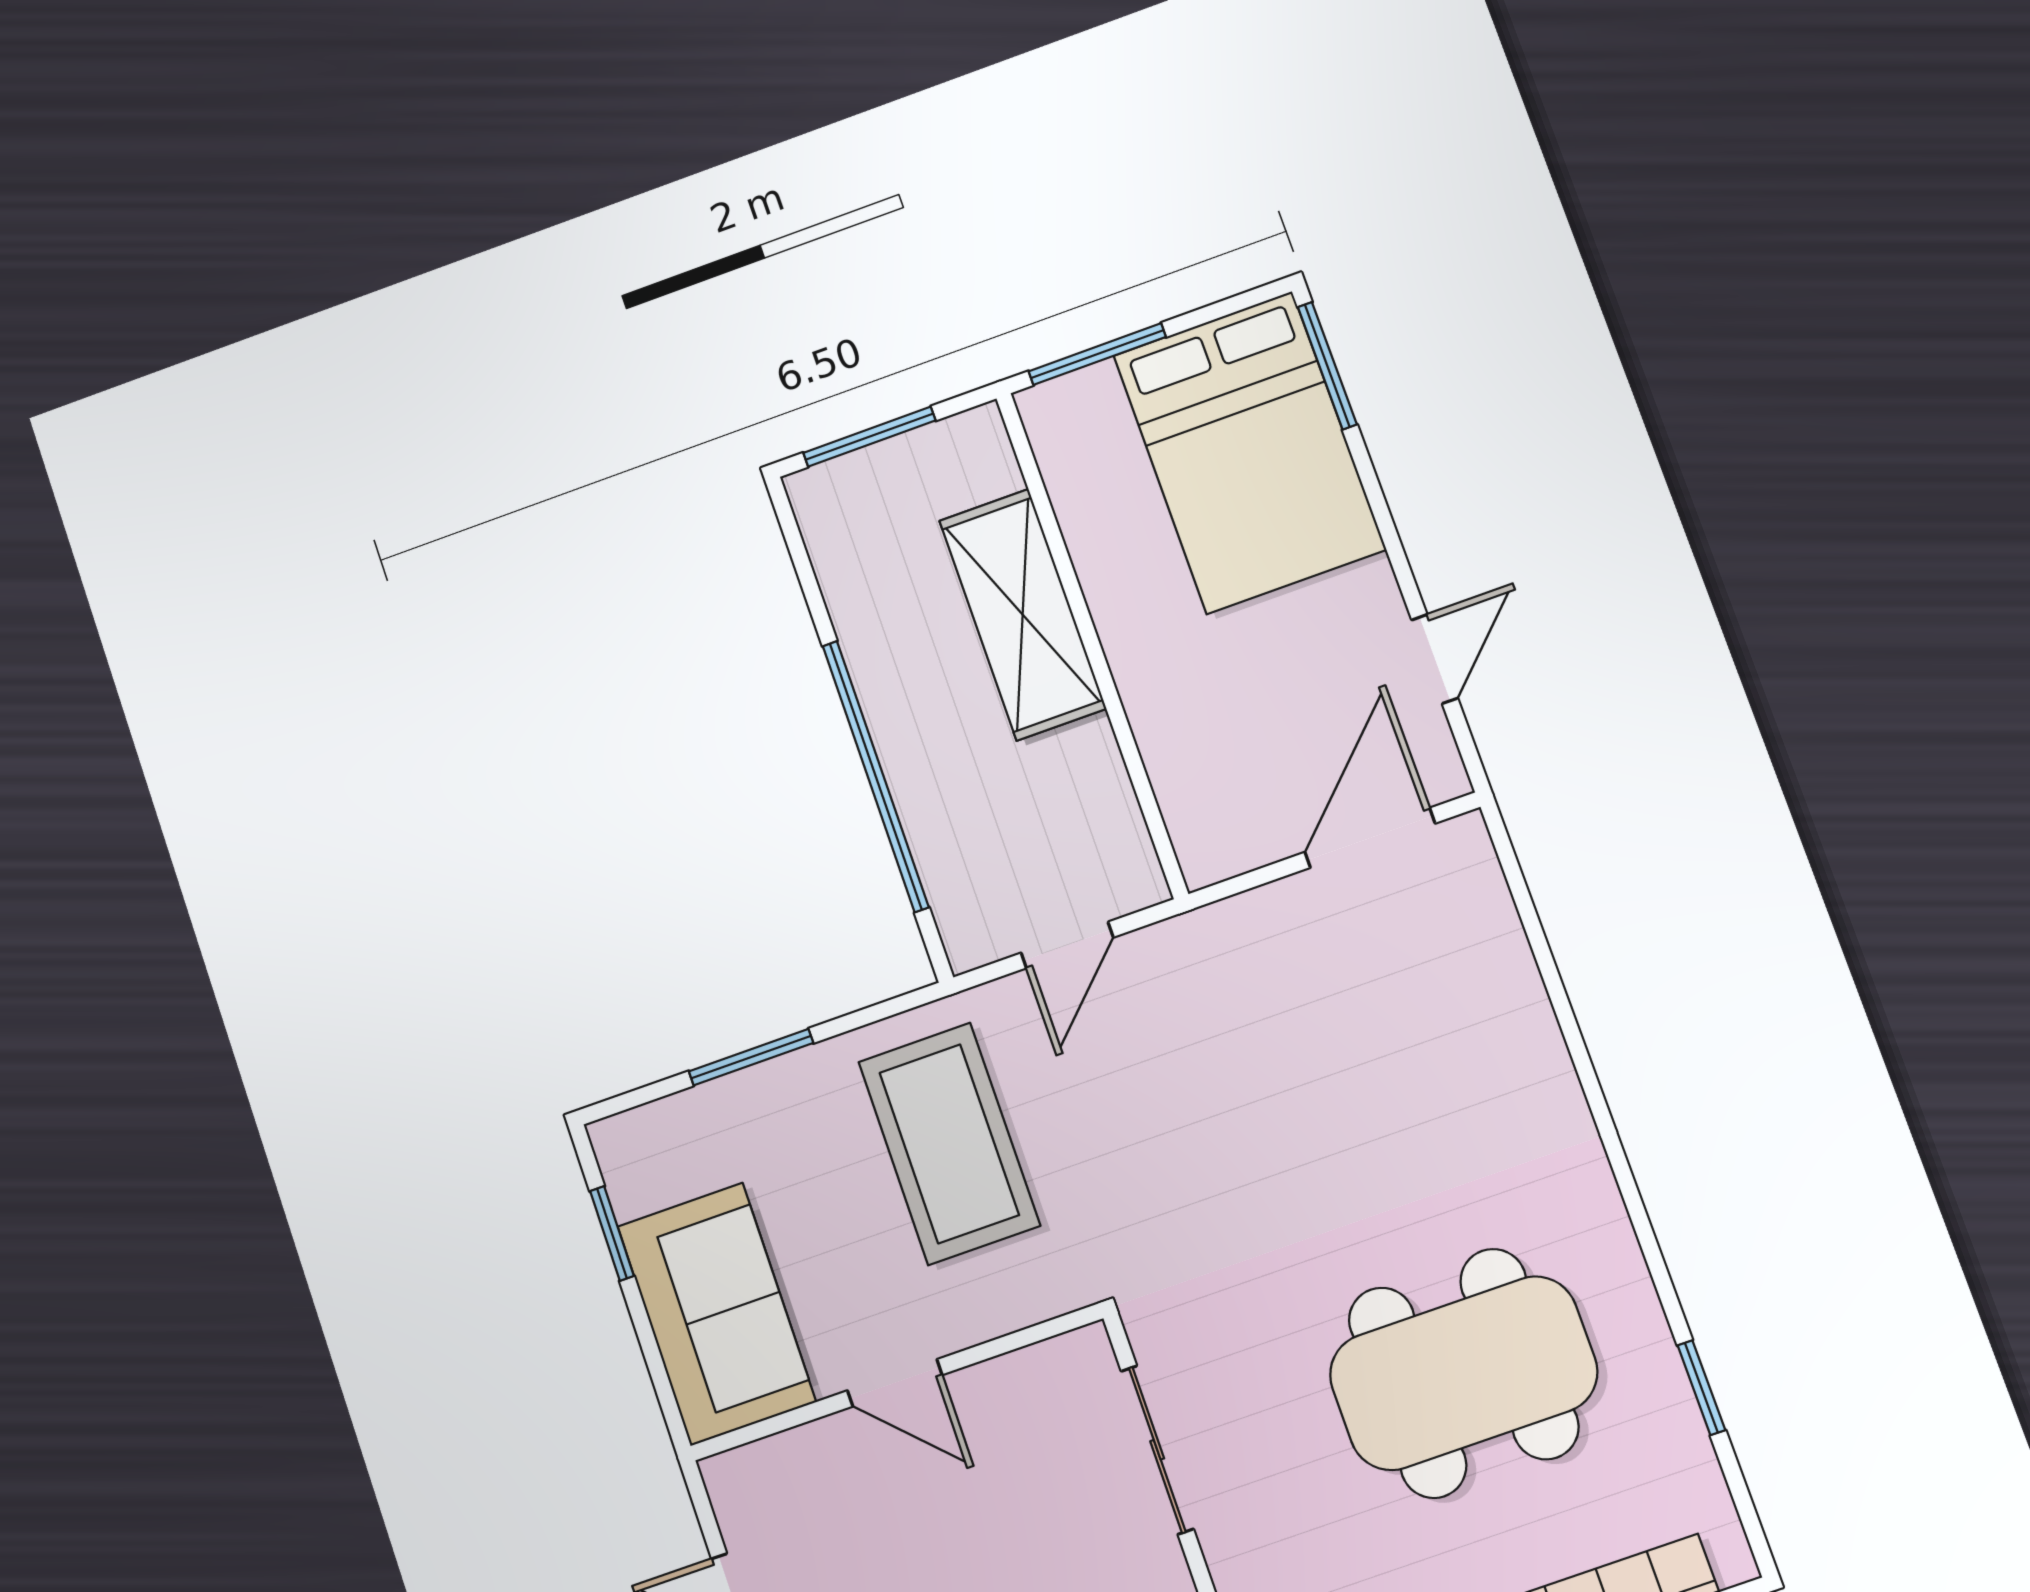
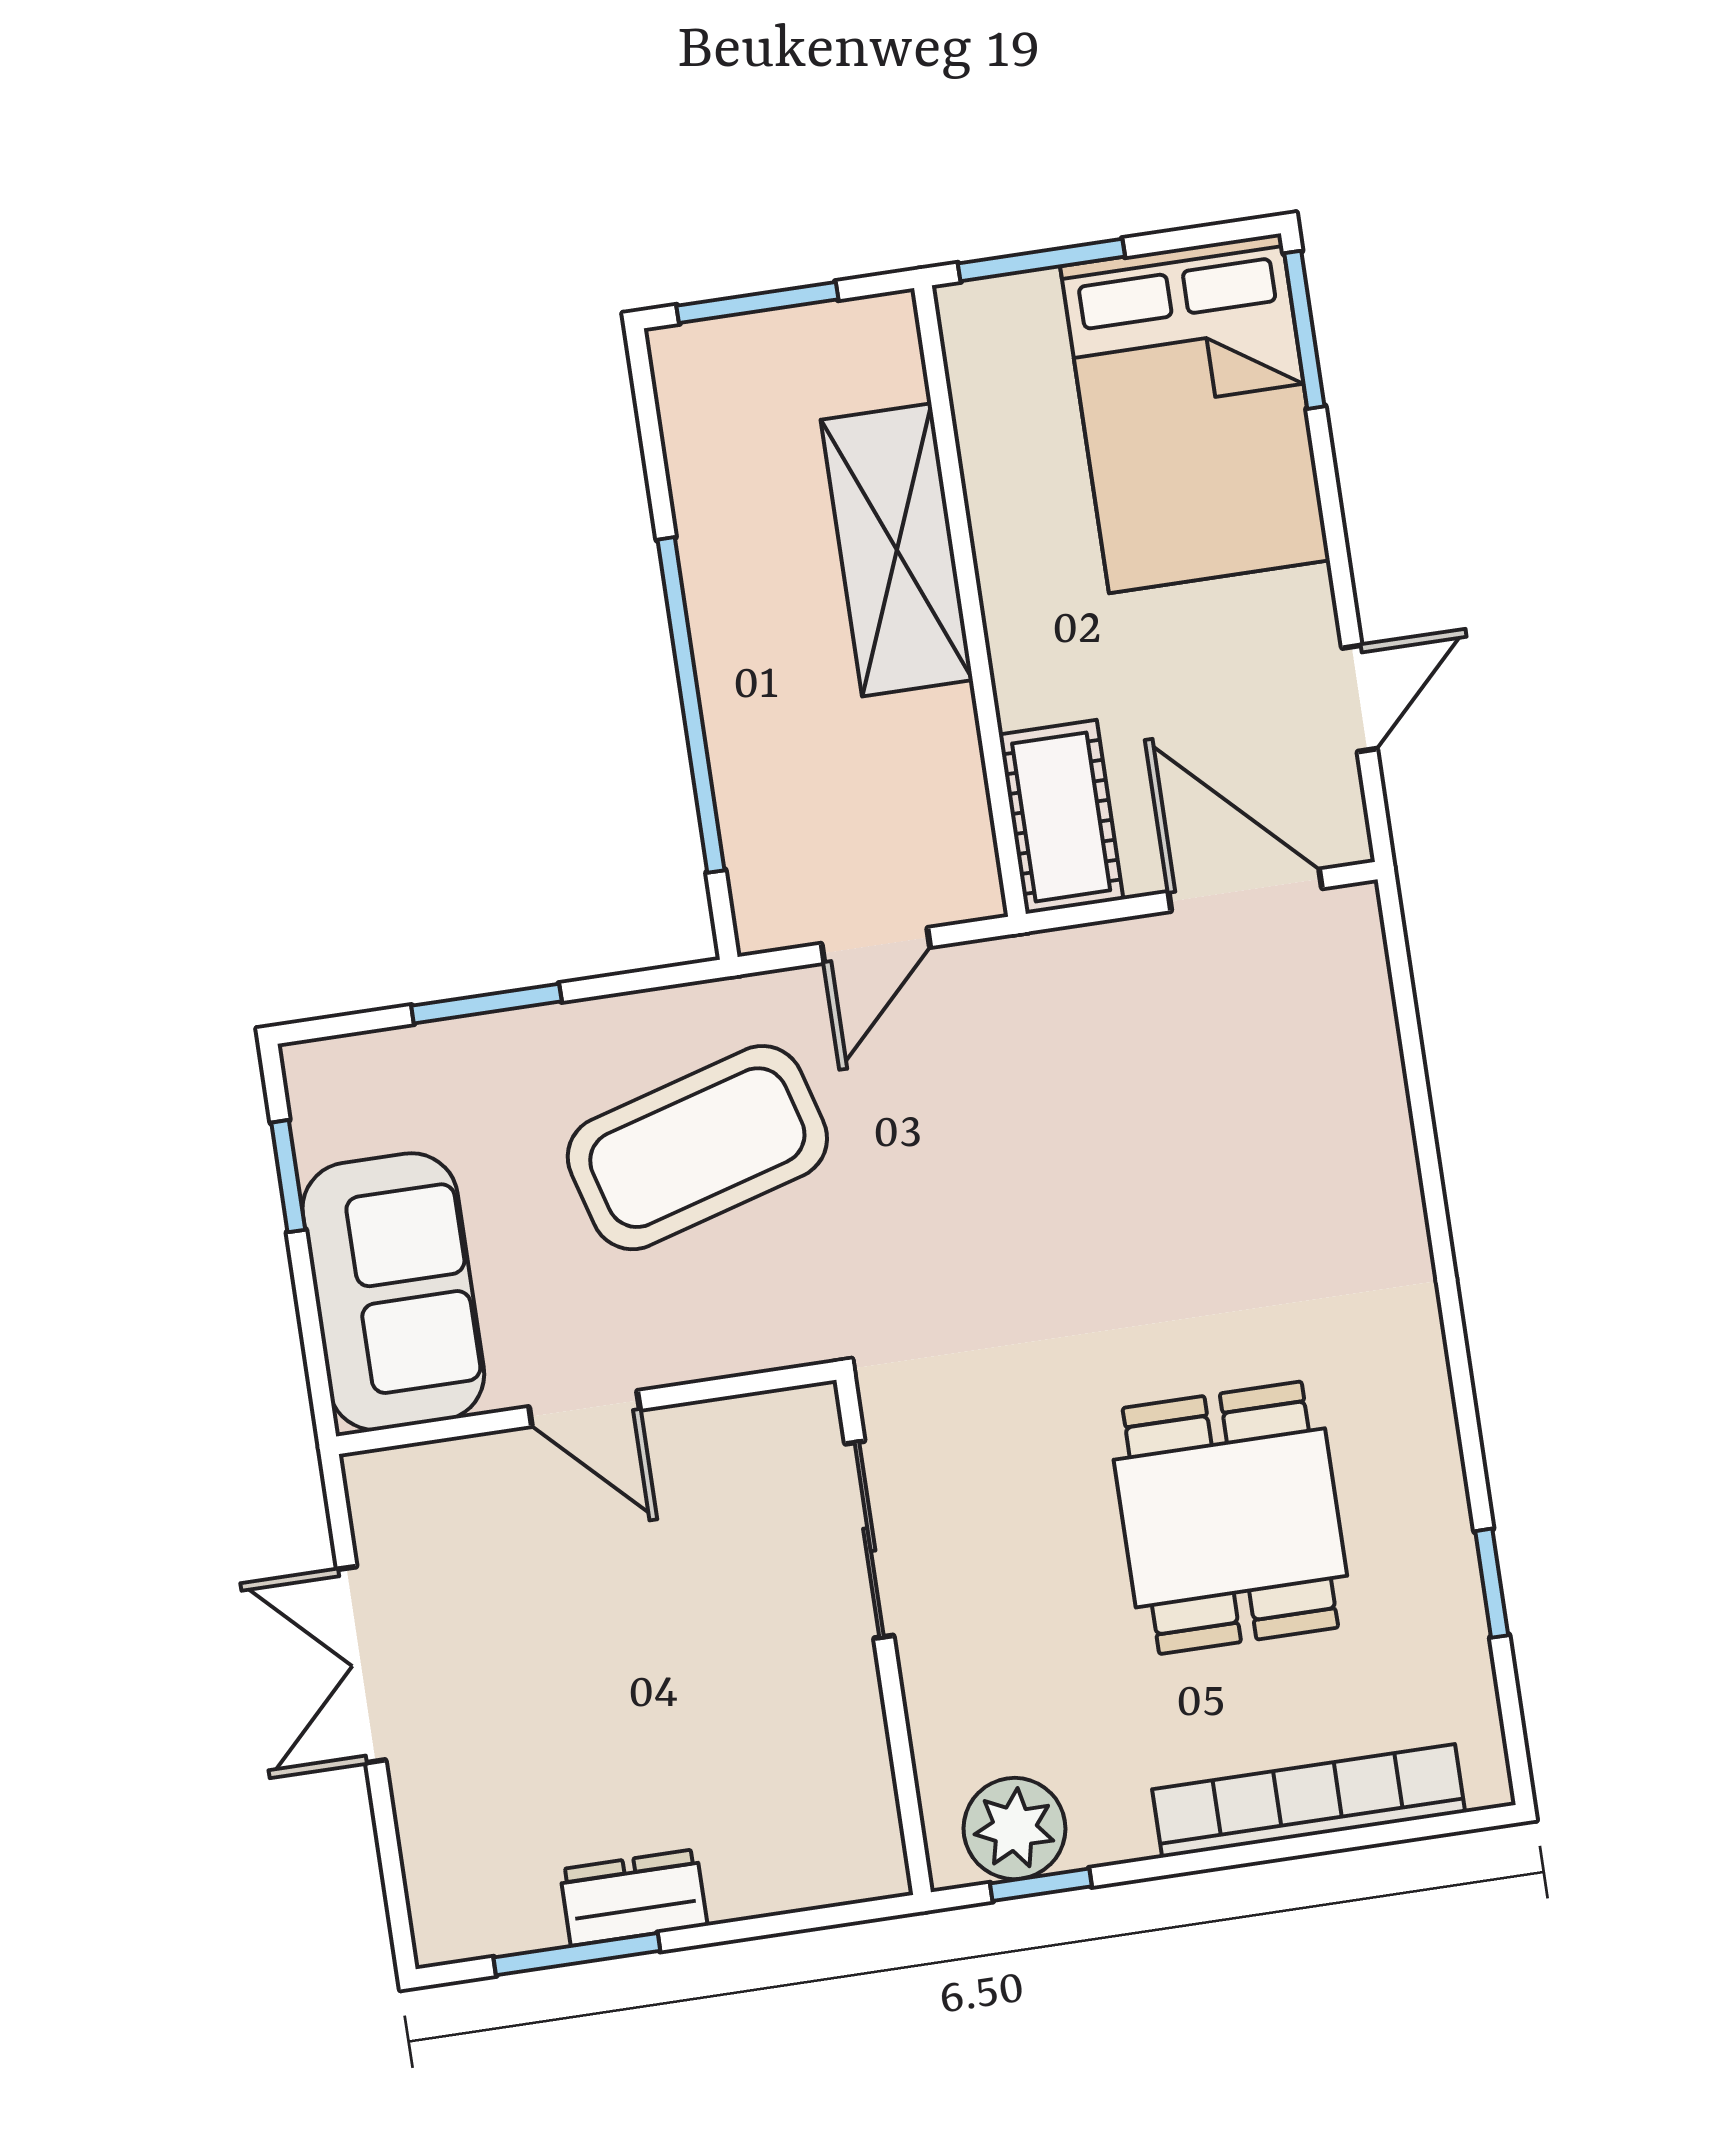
cot: (1202, 807) -> (1061, 817), added
door: (1370, 838) -> (1245, 890), hinge flipped
coffee table: (949, 1144) -> (697, 1148), turned 74
dining table: (1463, 1373) -> (1230, 1518), width x0.73

